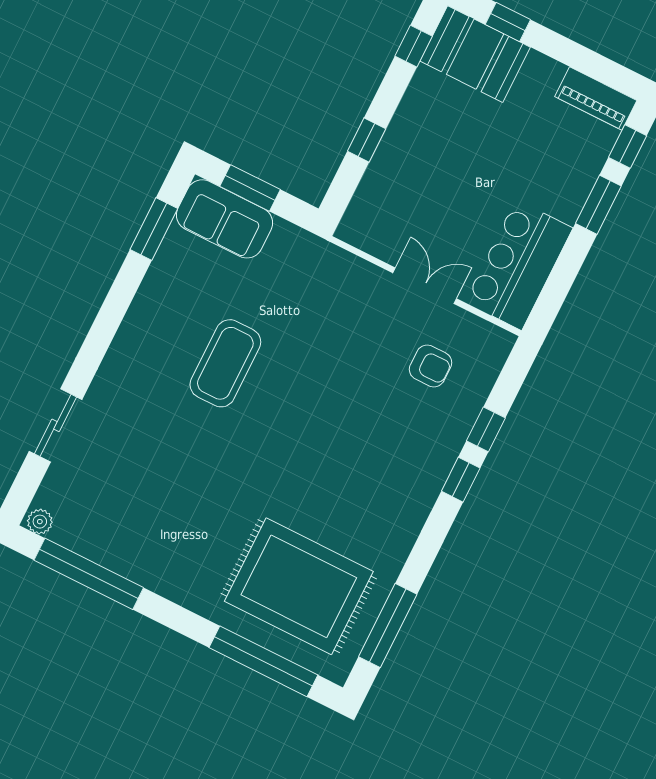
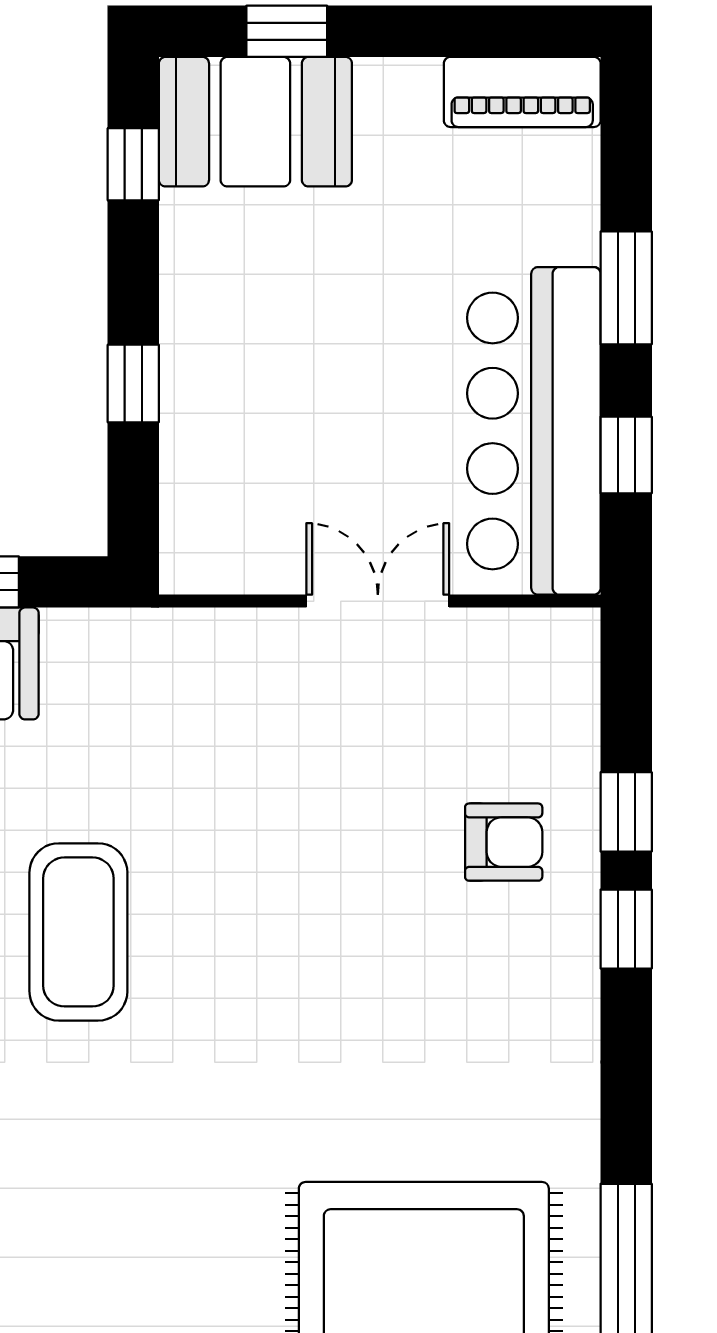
window: (628, 146) -> (626, 455), moved
bar counter: (519, 265) -> (534, 431), width x1.36
armchair: (431, 366) -> (504, 842), moved

